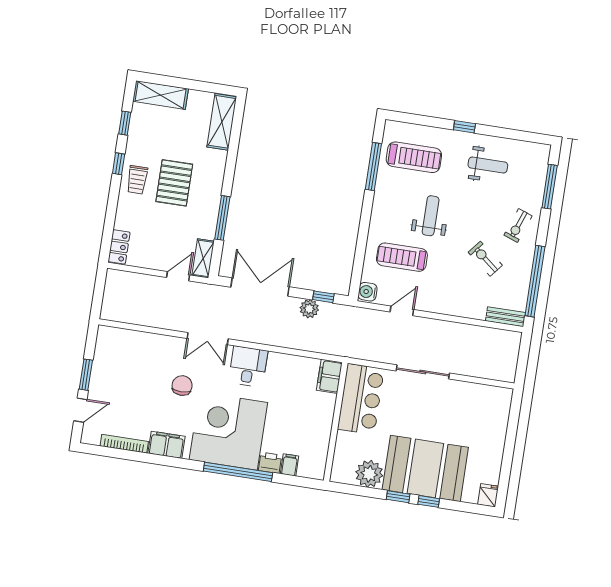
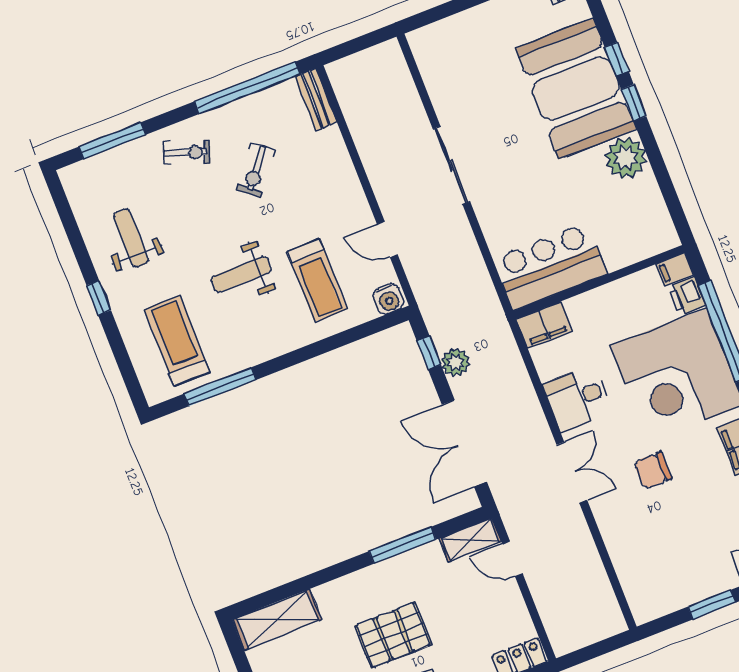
filing cabinet: (329, 376) -> (544, 325), moved
bar counter: (361, 399) -> (550, 266), moved
wall: (336, 422) -> (599, 282), moved

